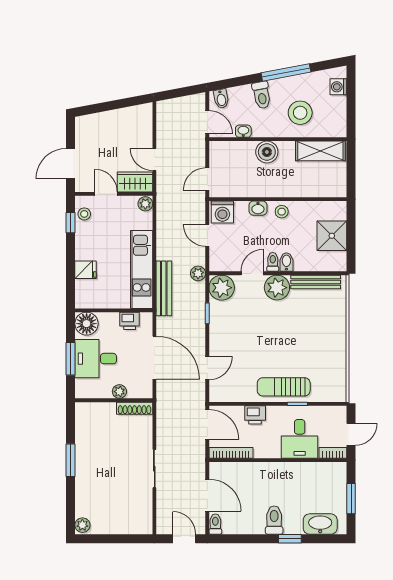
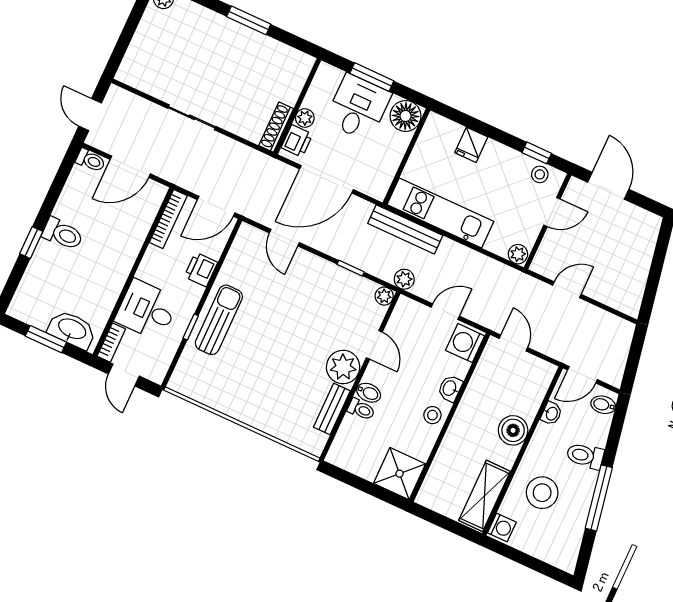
washing machine: (338, 87) -> (502, 527), moved, turned 90
wardrobe: (135, 182) -> (550, 254), removed
shower: (332, 236) -> (400, 474), moved
toilet: (273, 262) -> (361, 409), moved
bench: (316, 282) -> (332, 409), width x0.73
plant: (222, 288) -> (384, 296), width x0.53, depth x0.53
printer: (130, 321) -> (297, 141), moved, turned 180
washbasin: (320, 524) -> (72, 330), moved, turned -90
door: (184, 539) -> (90, 115), swing flipped

